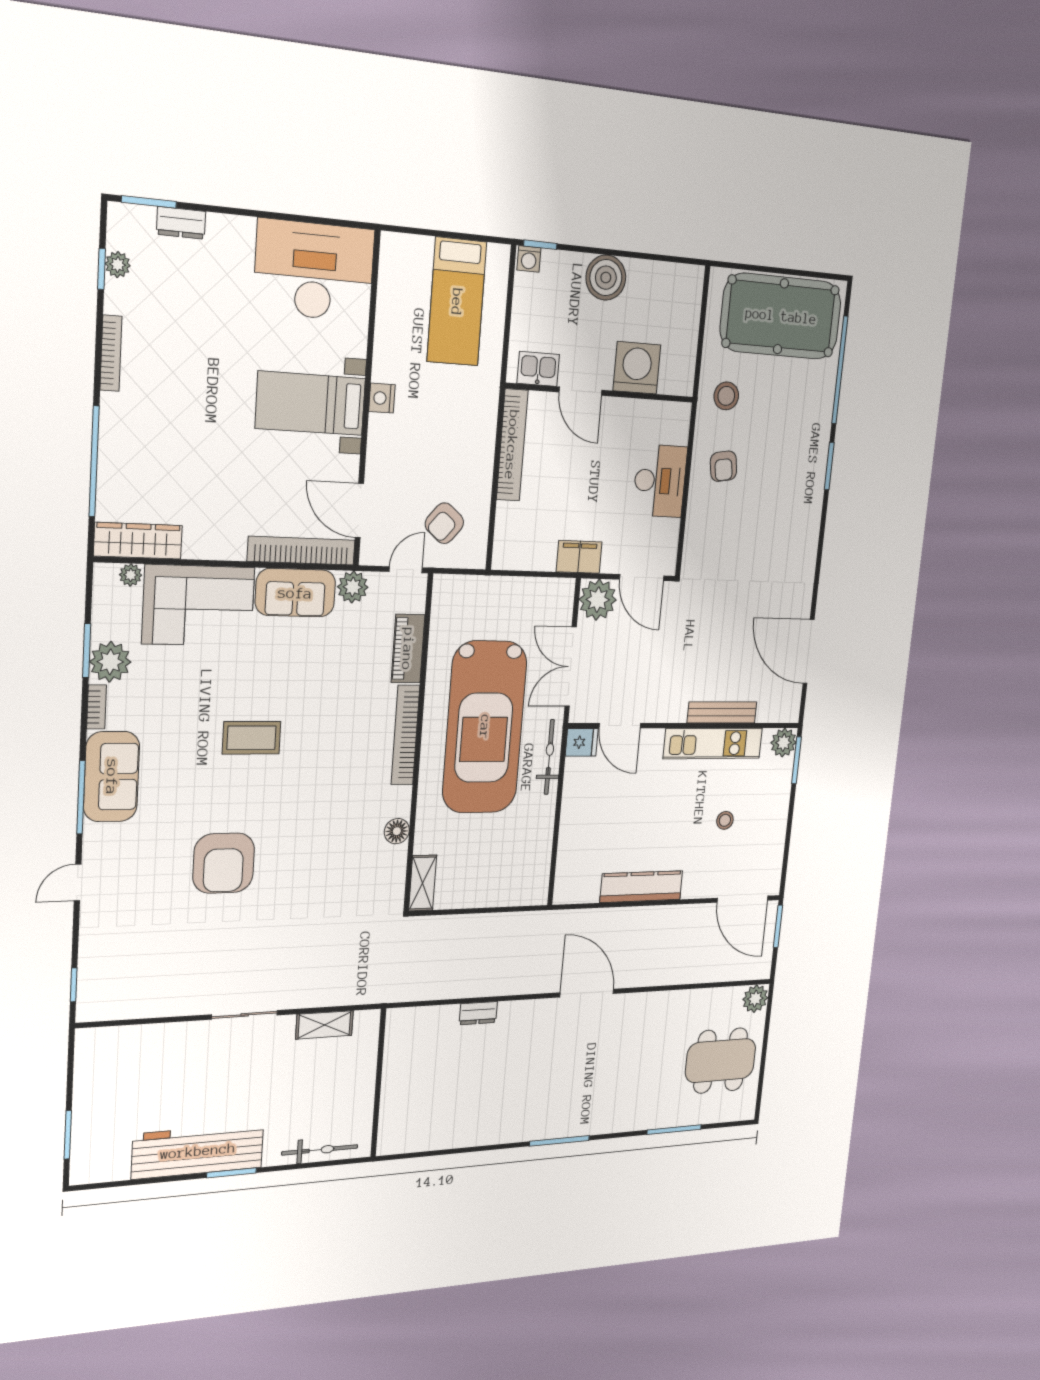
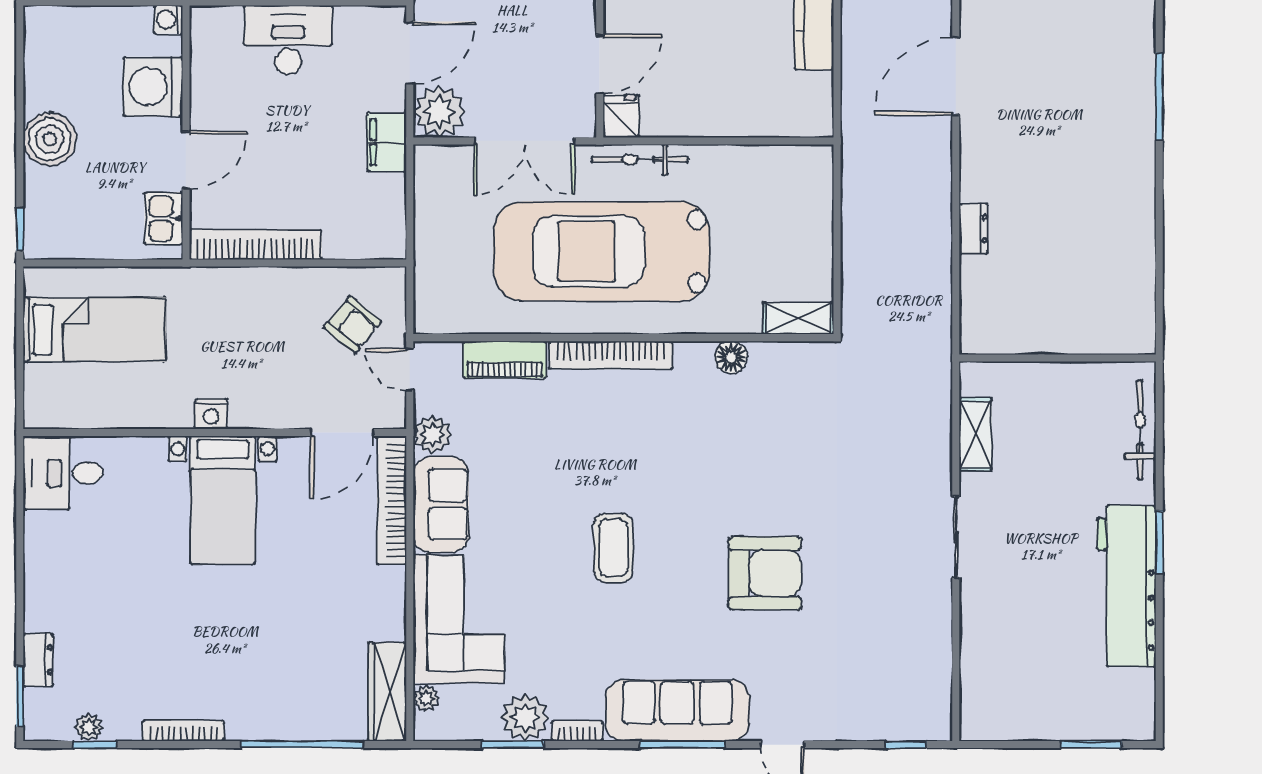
washing machine: (529, 259) -> (168, 20), moved, turned 180
desk: (314, 271) -> (63, 473), width x0.53, depth x0.77
car: (485, 727) -> (602, 251), turned 180
sofa: (112, 777) -> (677, 711), width x1.36

